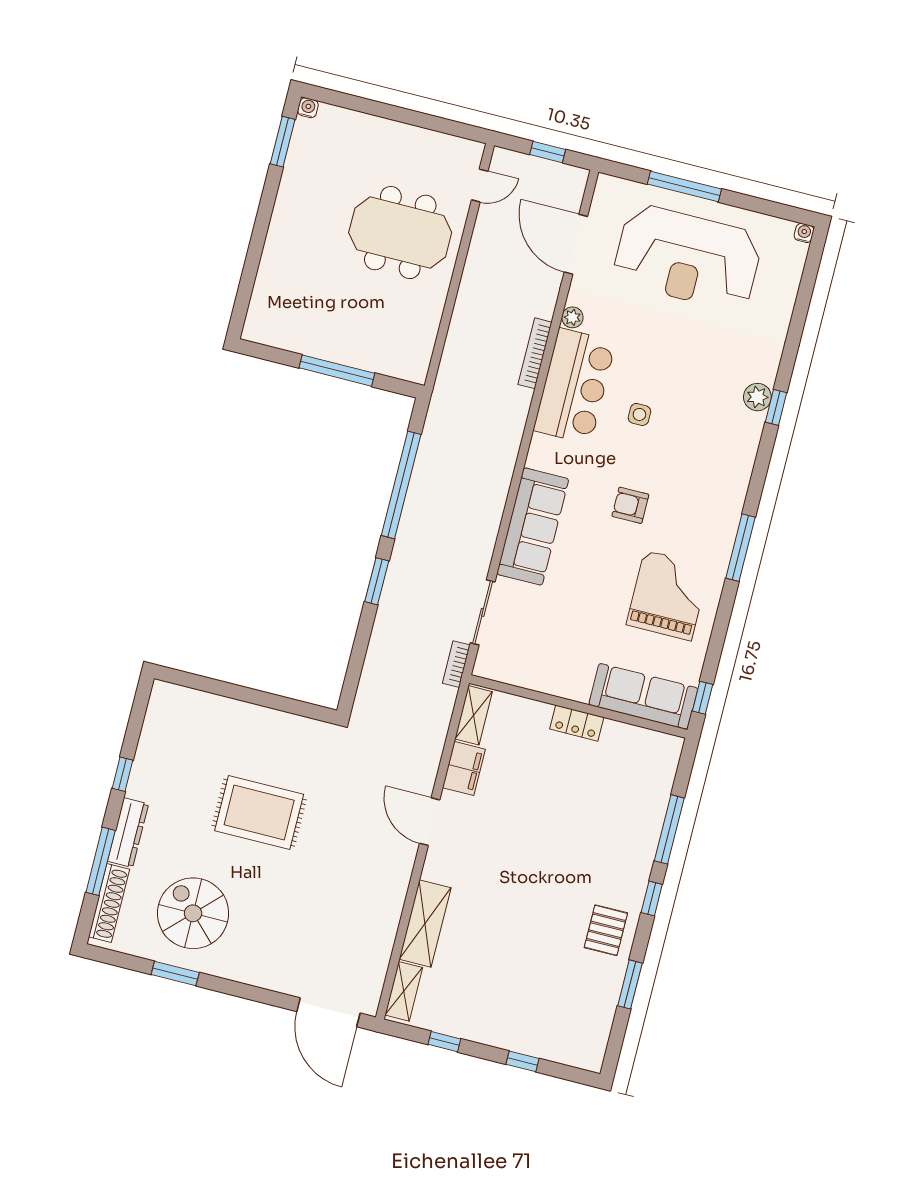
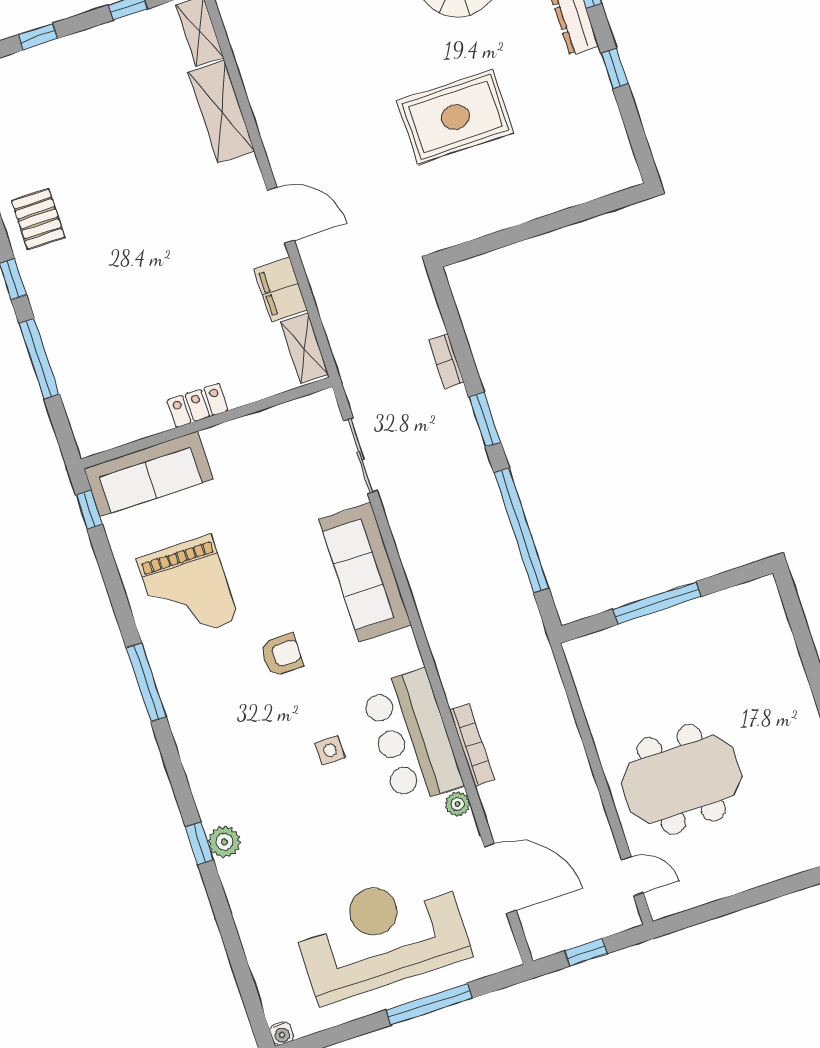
door: (480, 185) -> (632, 876), swing flipped
bookcase: (456, 664) -> (446, 361), moved, turned 180

